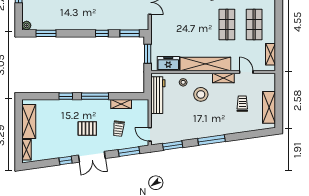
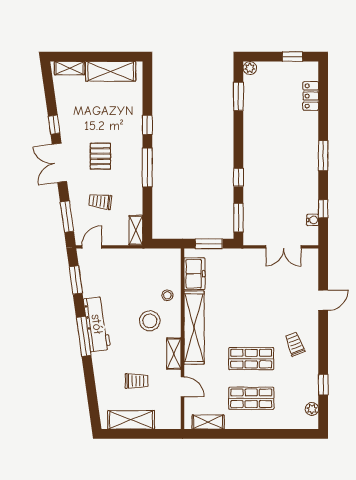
door: (246, 72) -> (182, 387), hinge flipped
workbench: (158, 95) -> (97, 324), moved, turned -98
shelving: (121, 104) -> (136, 230), moved

